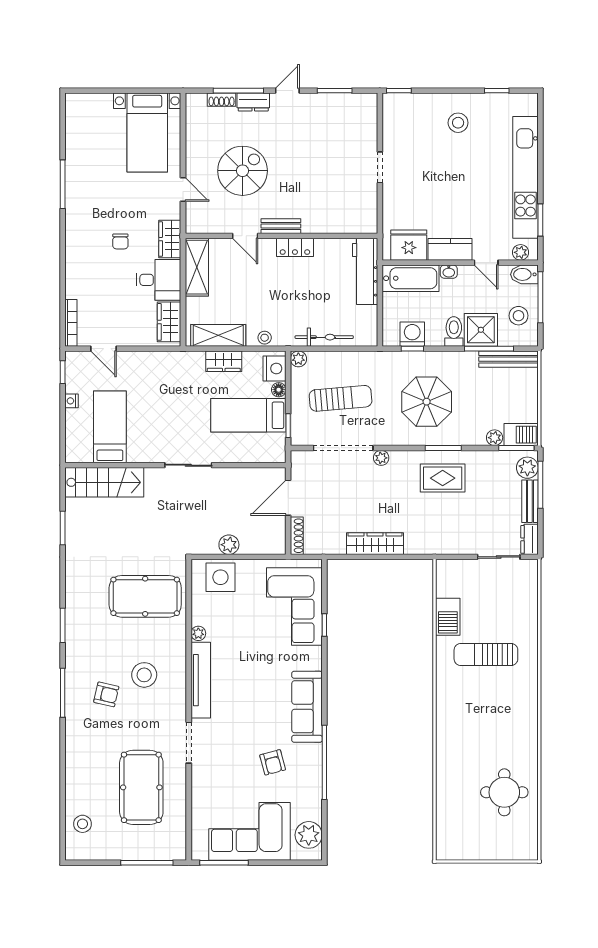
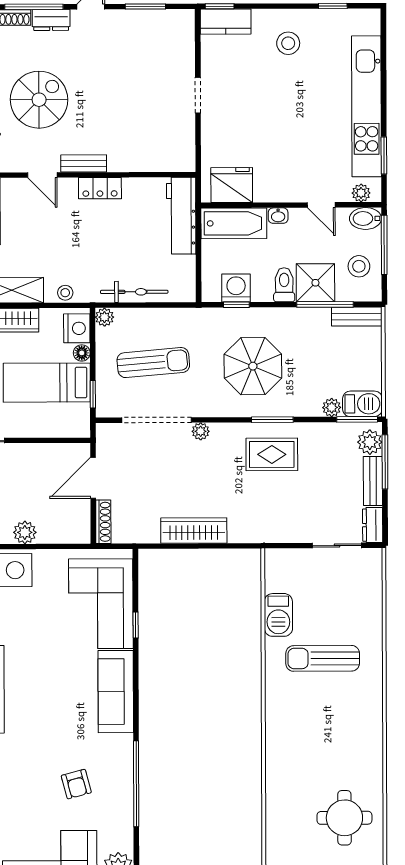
kitchen counter: (450, 249) -> (226, 22), moved, turned 180
bench: (509, 359) -> (357, 317), width x0.73
sofa: (307, 707) -> (116, 692), moved

